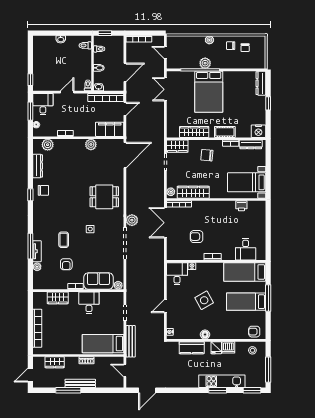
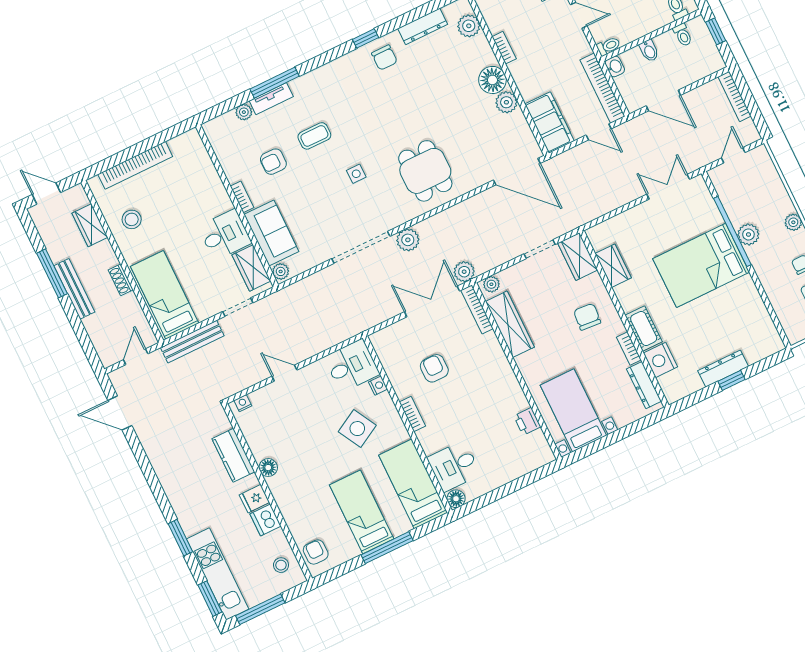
dresser: (261, 83) -> (723, 369), moved
nightstand: (258, 131) -> (661, 360), moved
wardrobe: (194, 132) -> (613, 266), width x0.67
floor lamp: (78, 146) -> (492, 80), added
plant: (159, 201) -> (464, 272), added
floor lamp: (261, 256) -> (456, 499), added
wardrobe: (58, 298) -> (251, 268), moved
side table: (204, 300) -> (357, 429), moved
stool: (61, 342) -> (132, 219), added
kitchen unit: (222, 381) -> (218, 574), moved

